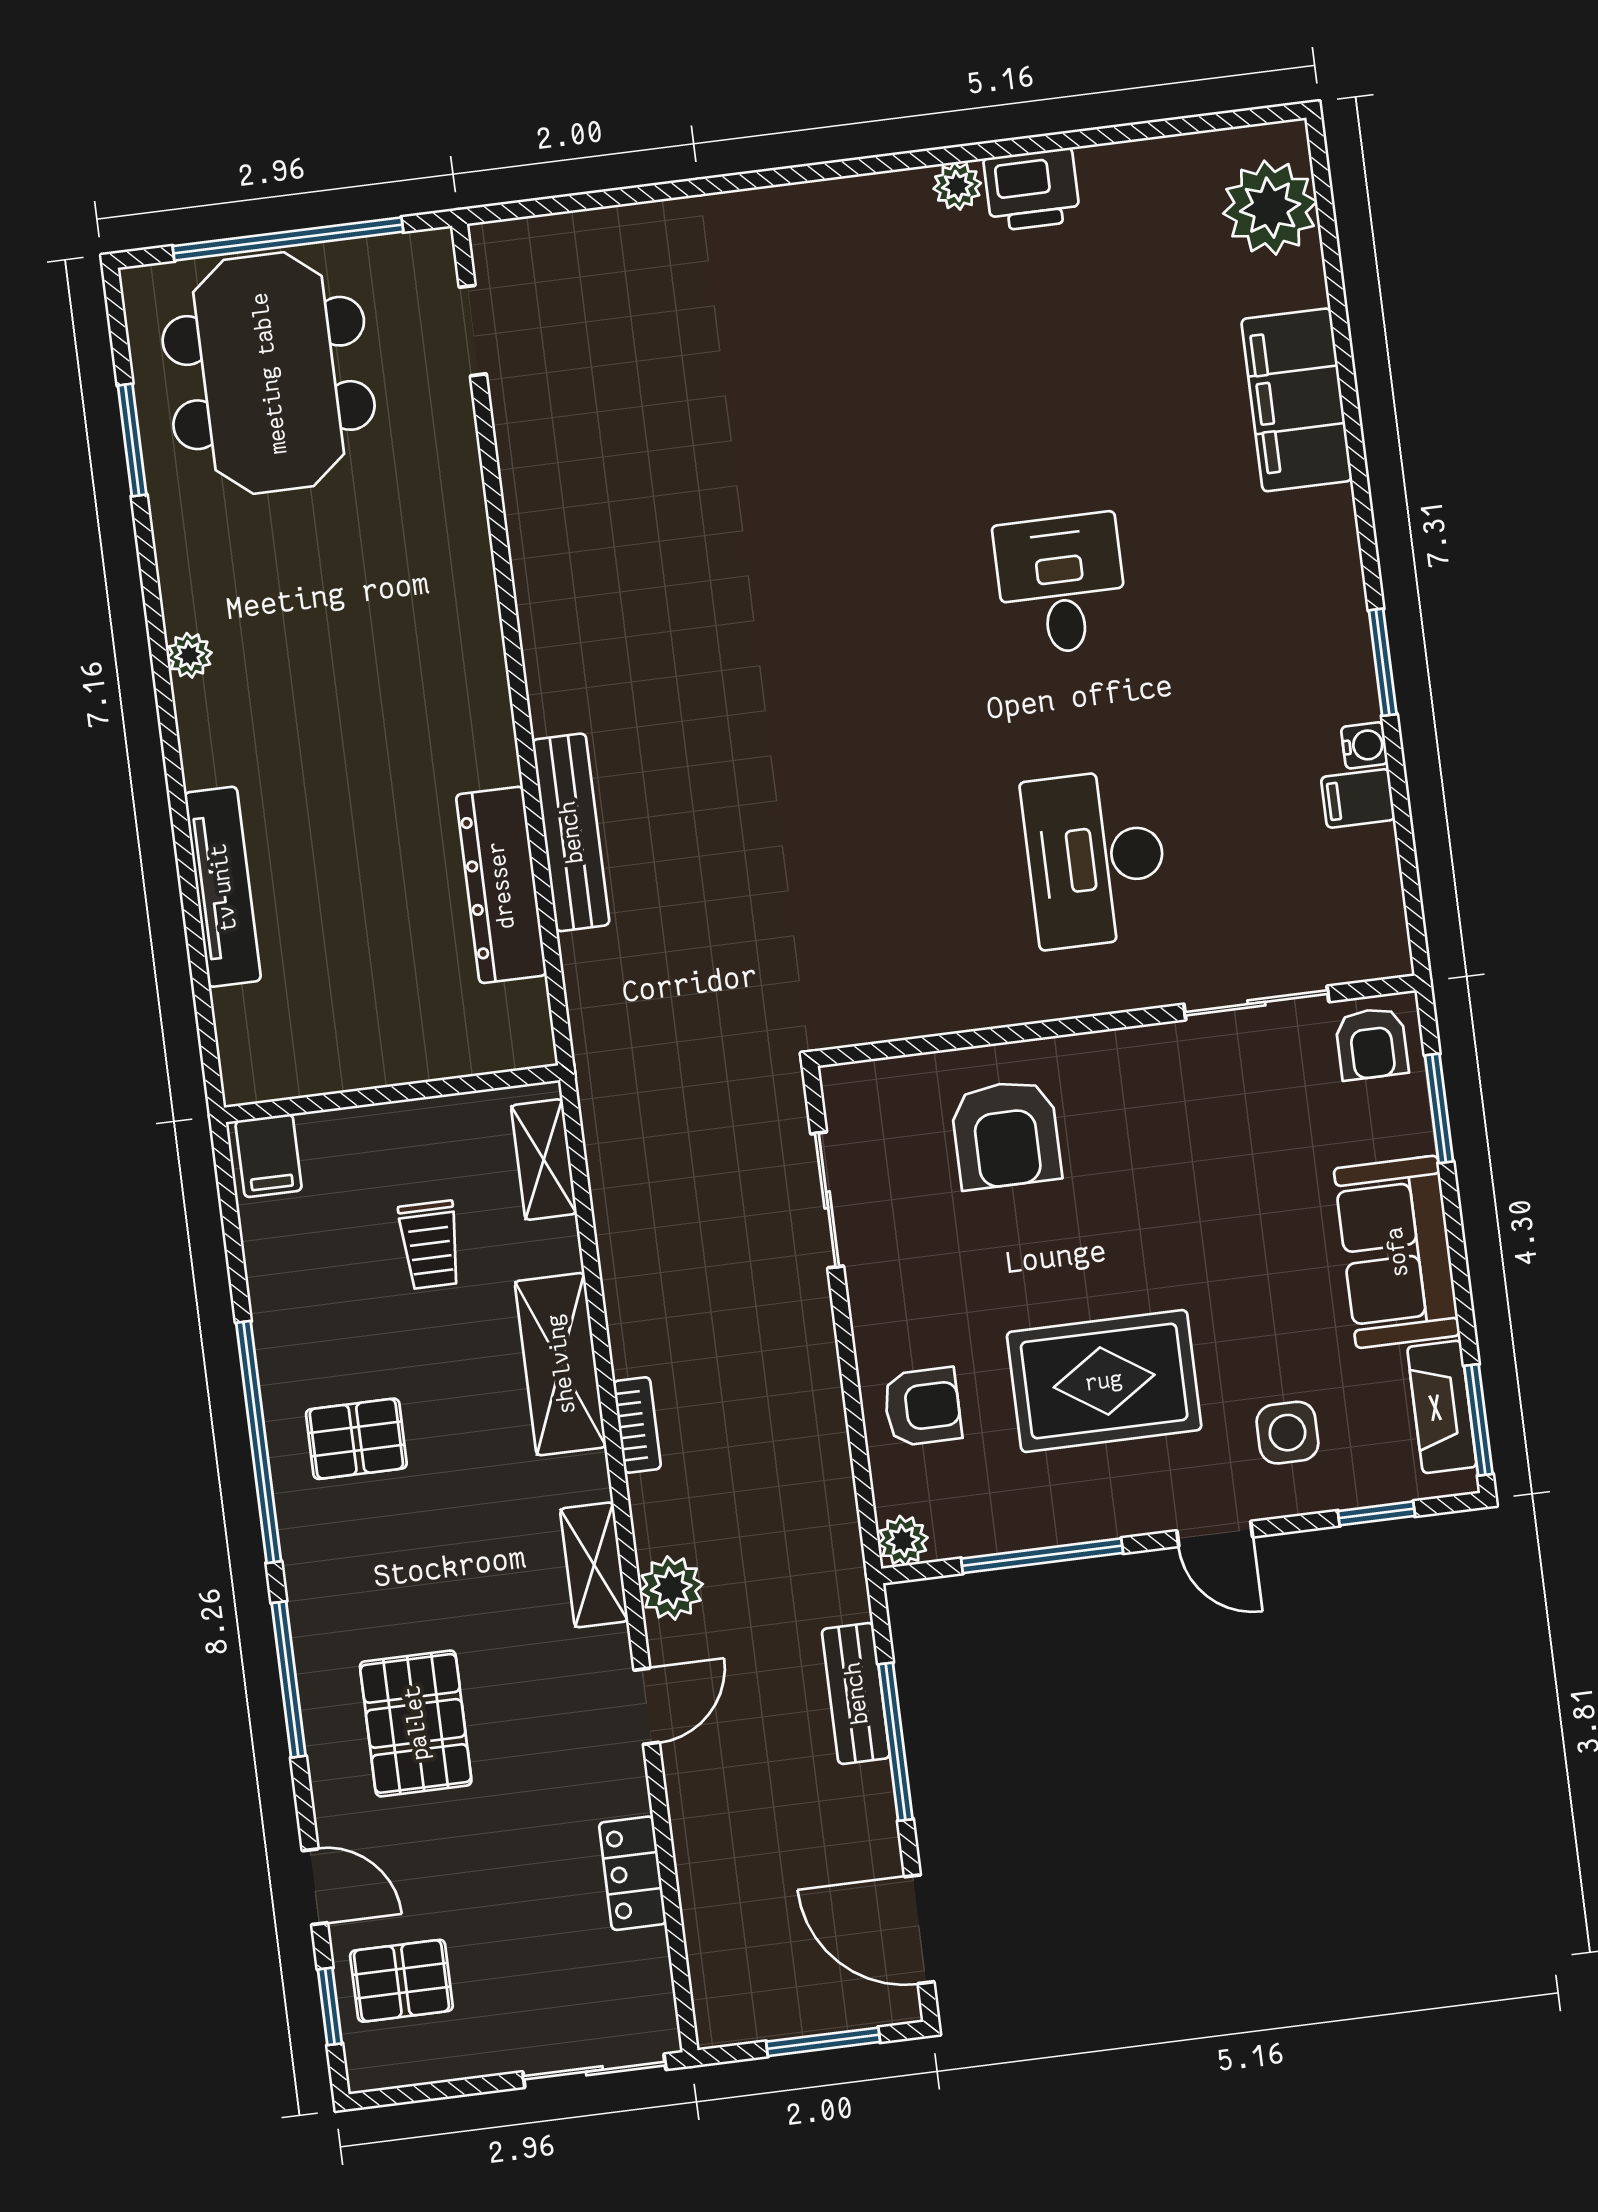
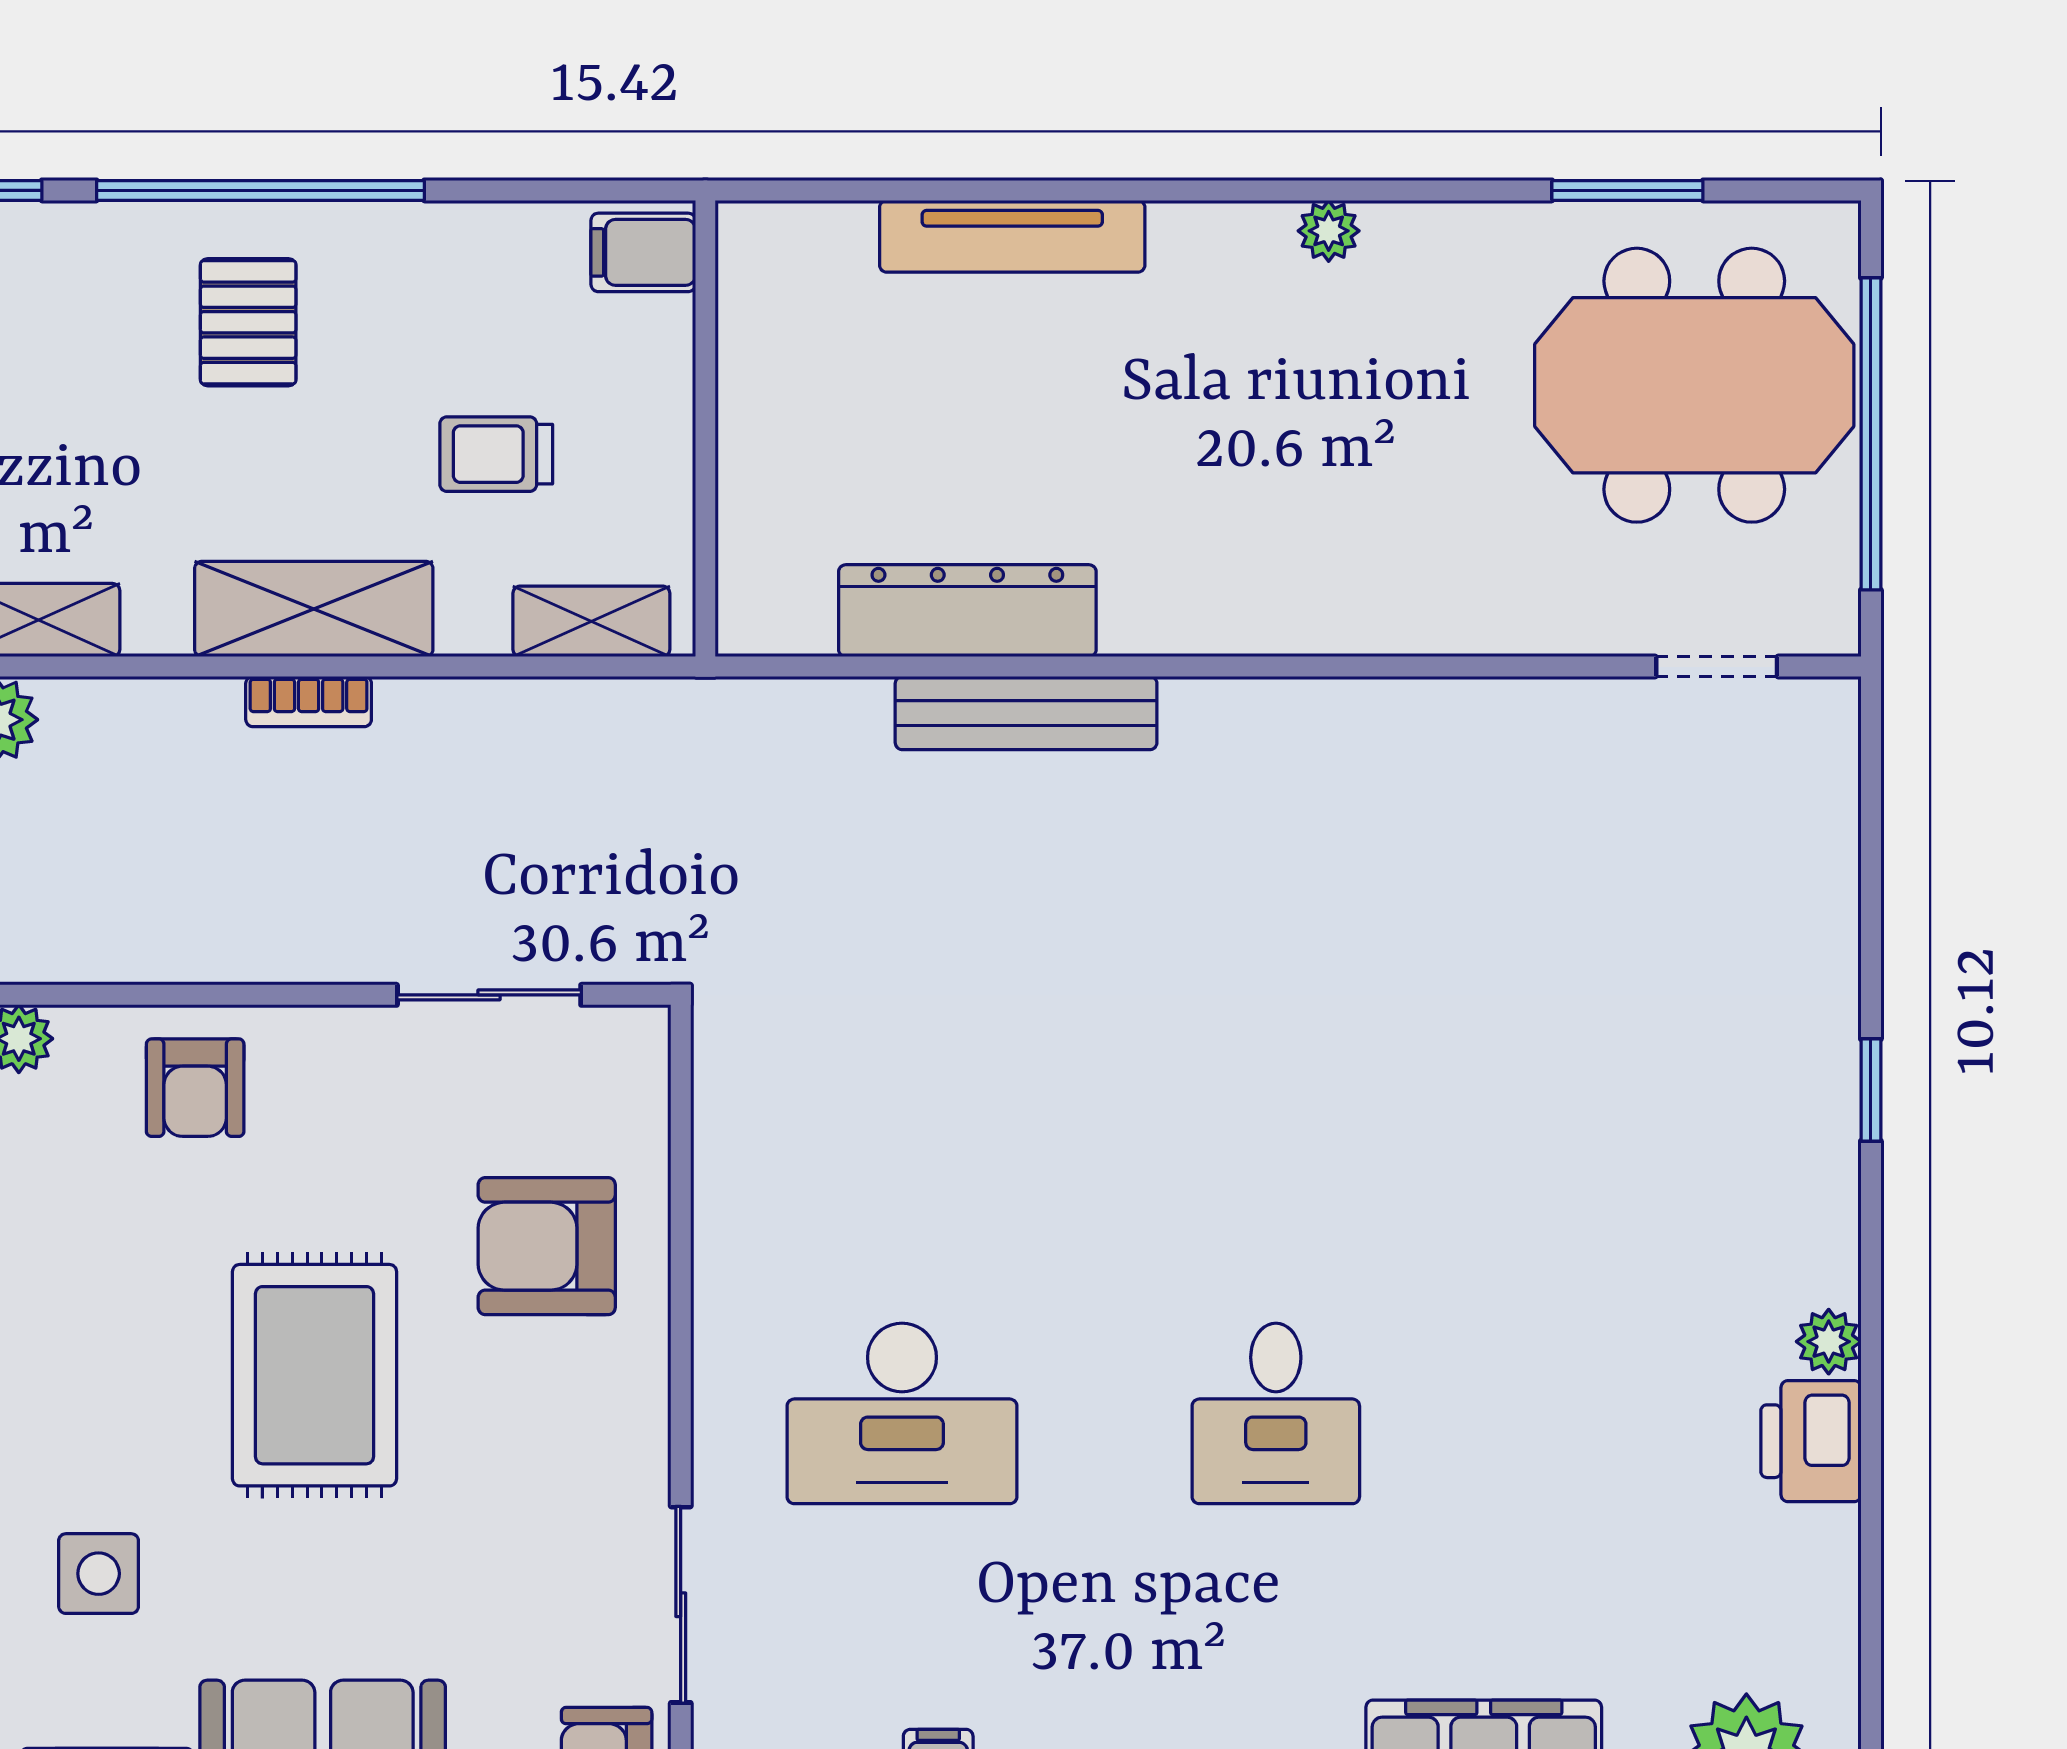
window: (769, 178) -> (1871, 1090), added
desk: (1061, 584) -> (1276, 1413), turned 90
desk: (1096, 858) -> (902, 1413), turned 180
rug: (1104, 1381) -> (315, 1375), moved
bookcase: (637, 1425) -> (309, 701), moved

